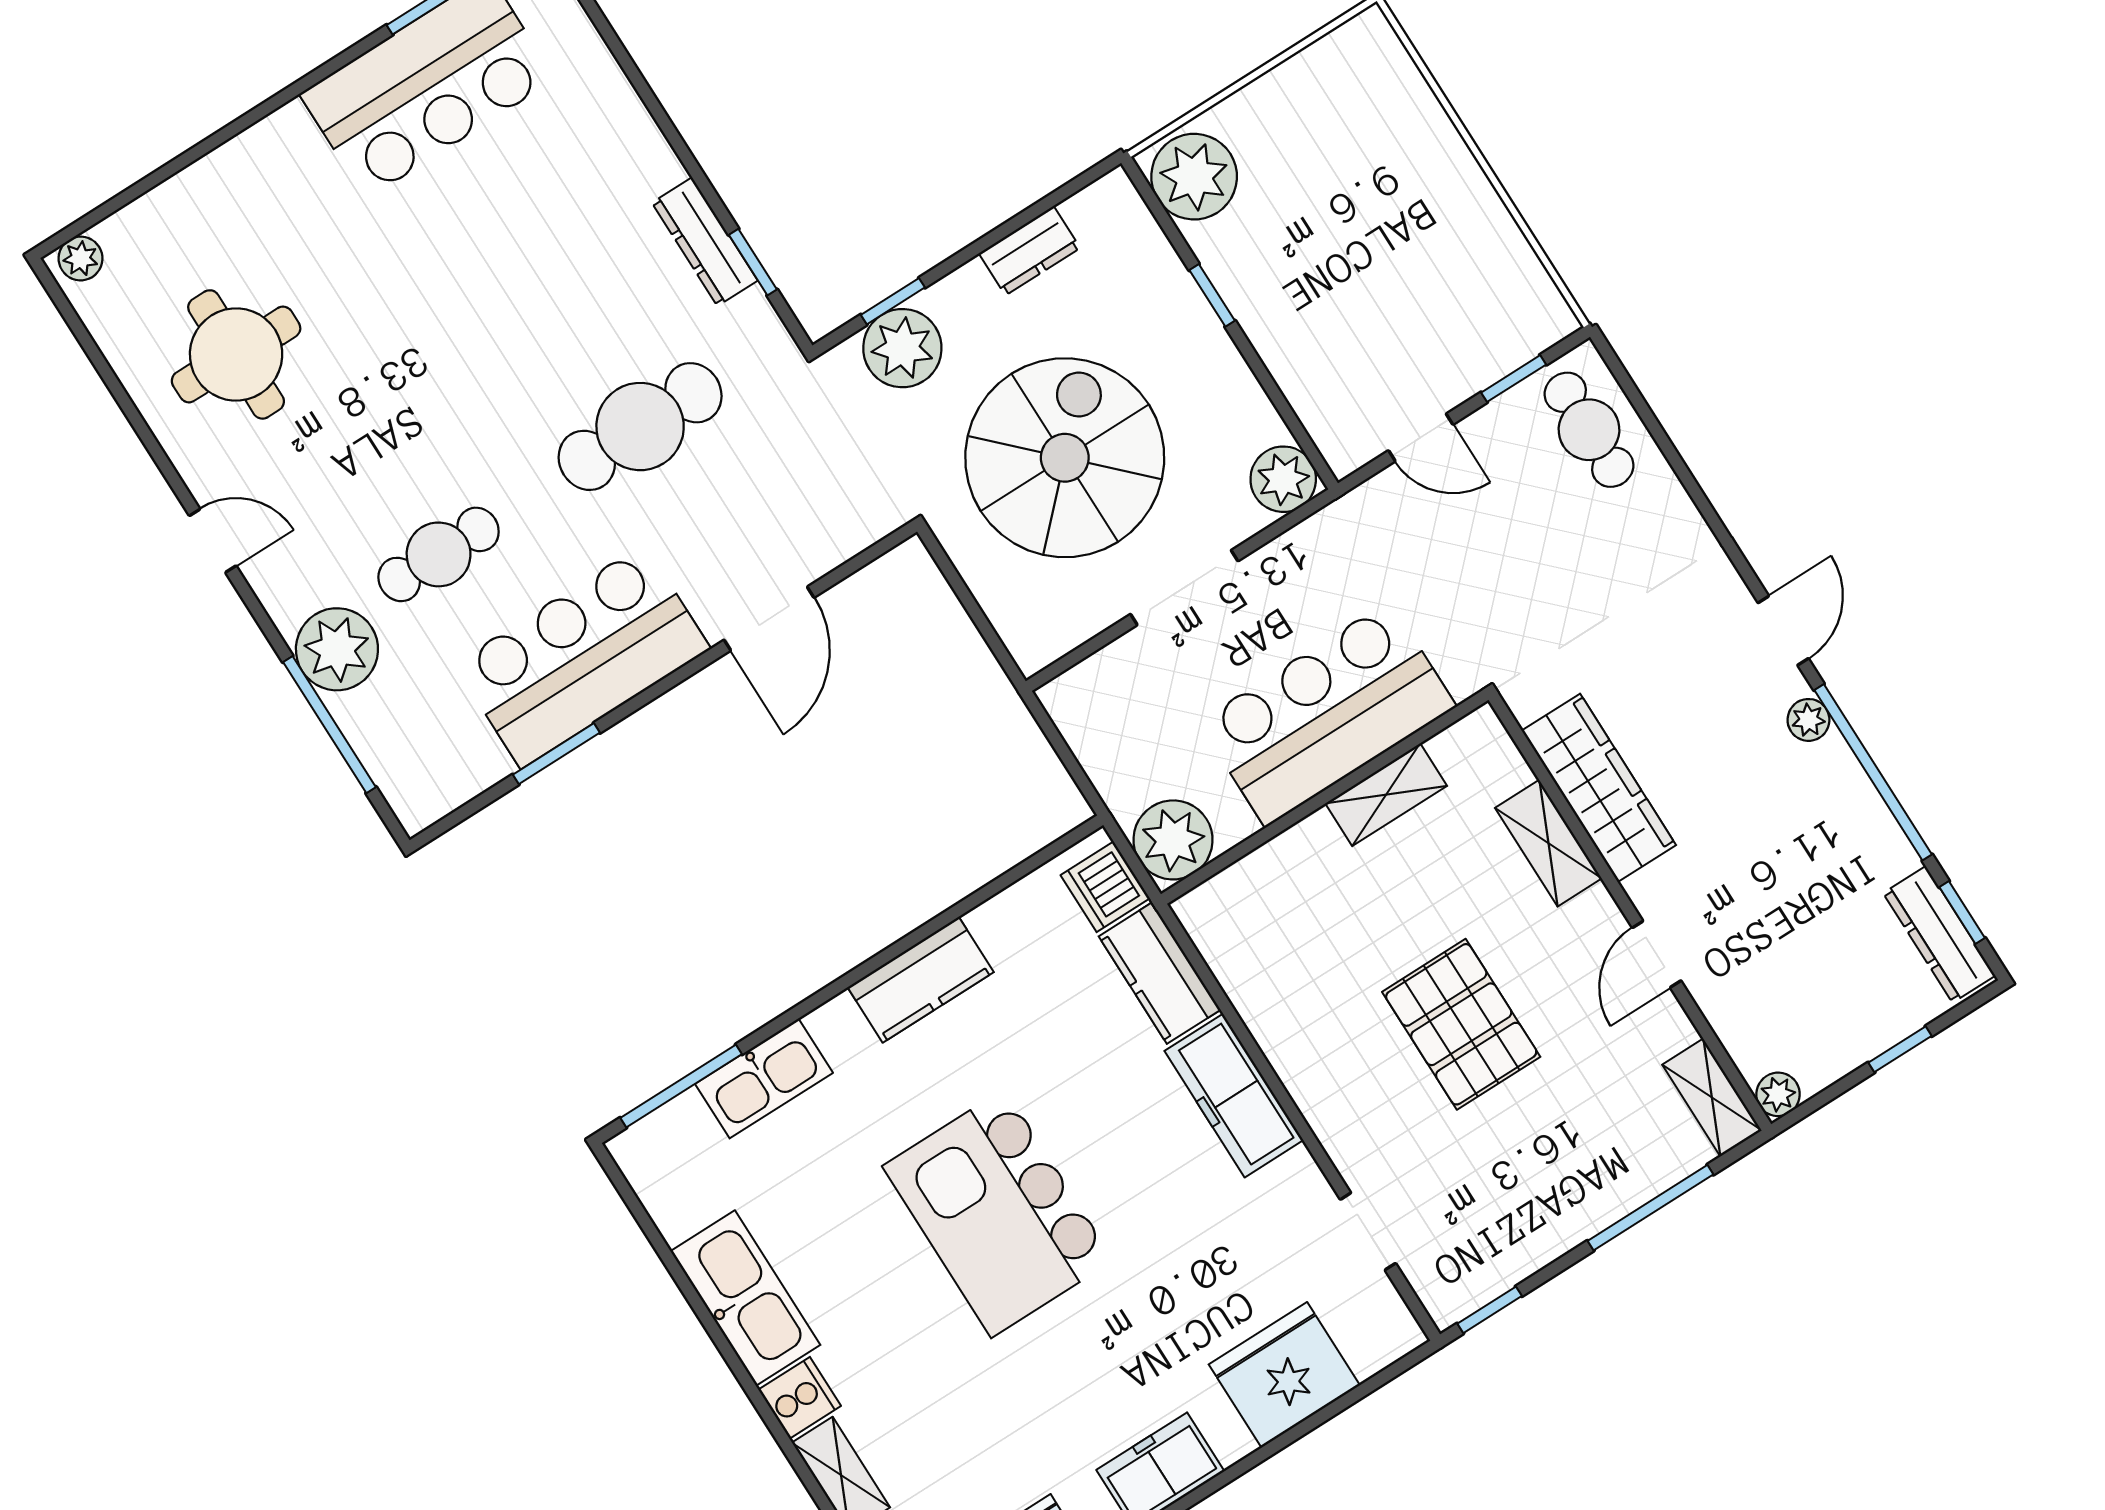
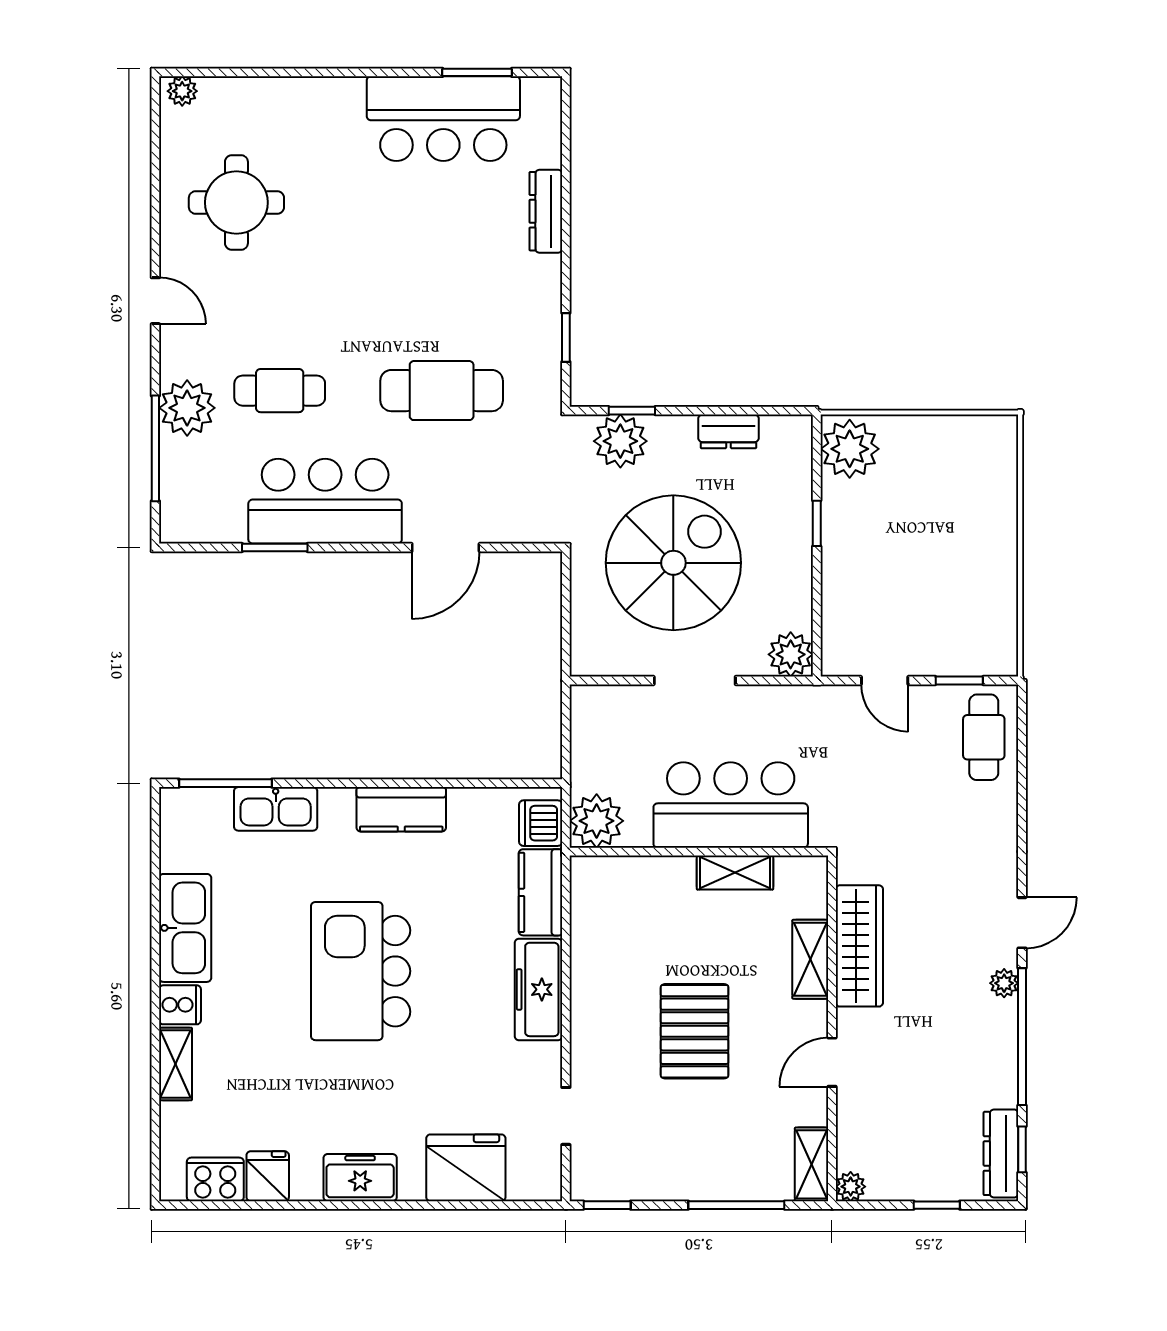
dresser: (705, 242) -> (546, 211), moved

